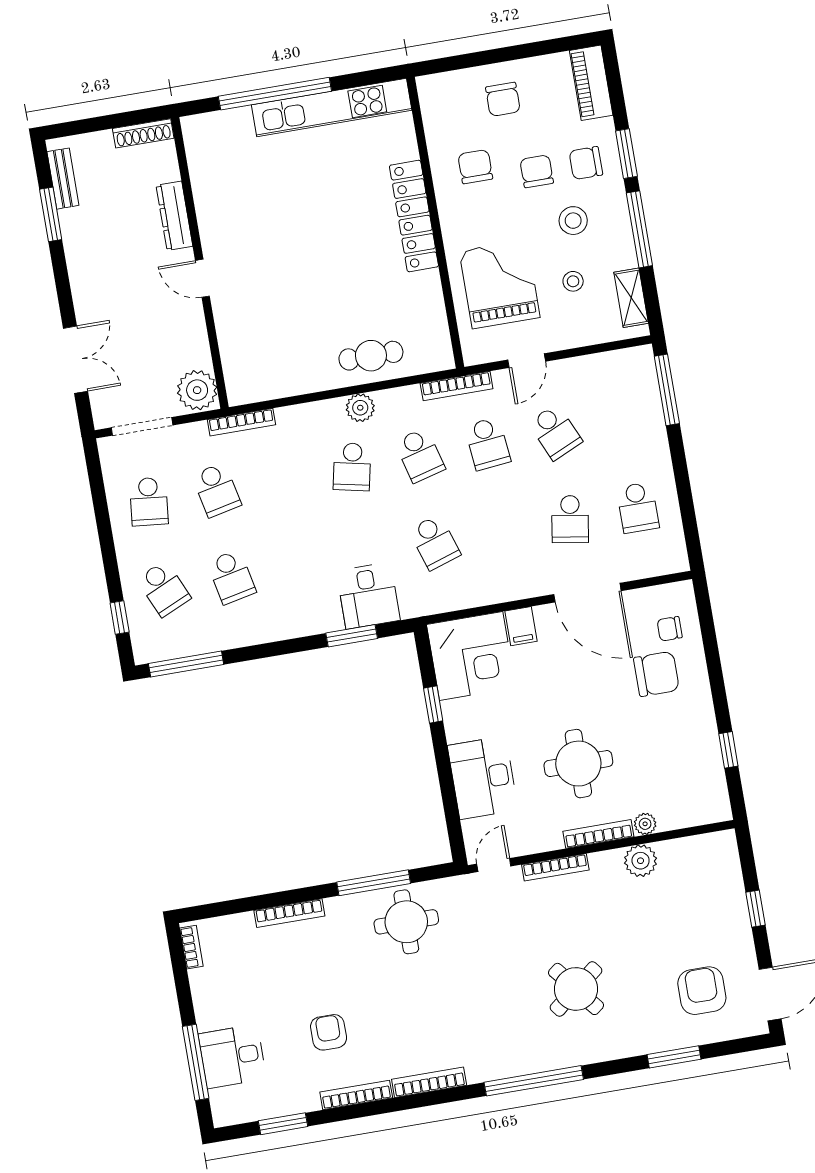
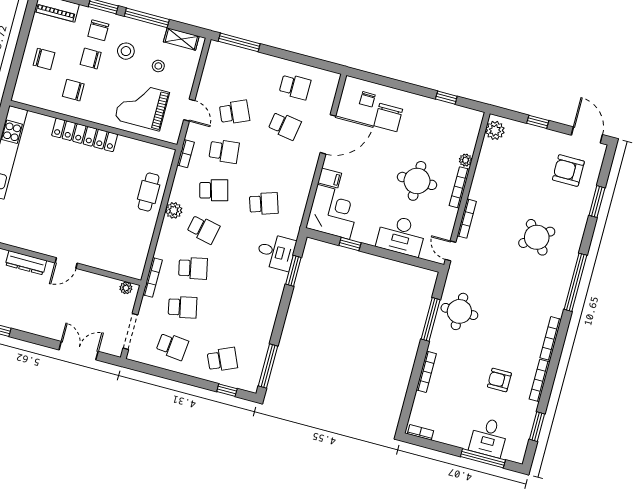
bookcase: (457, 386) -> (186, 154), width x0.64
plant: (197, 390) -> (126, 288), width x0.53, depth x0.53
school desk: (231, 577) -> (193, 268), moved
chair: (656, 674) -> (388, 117), turned 180
plant: (641, 861) -> (495, 130), moved

